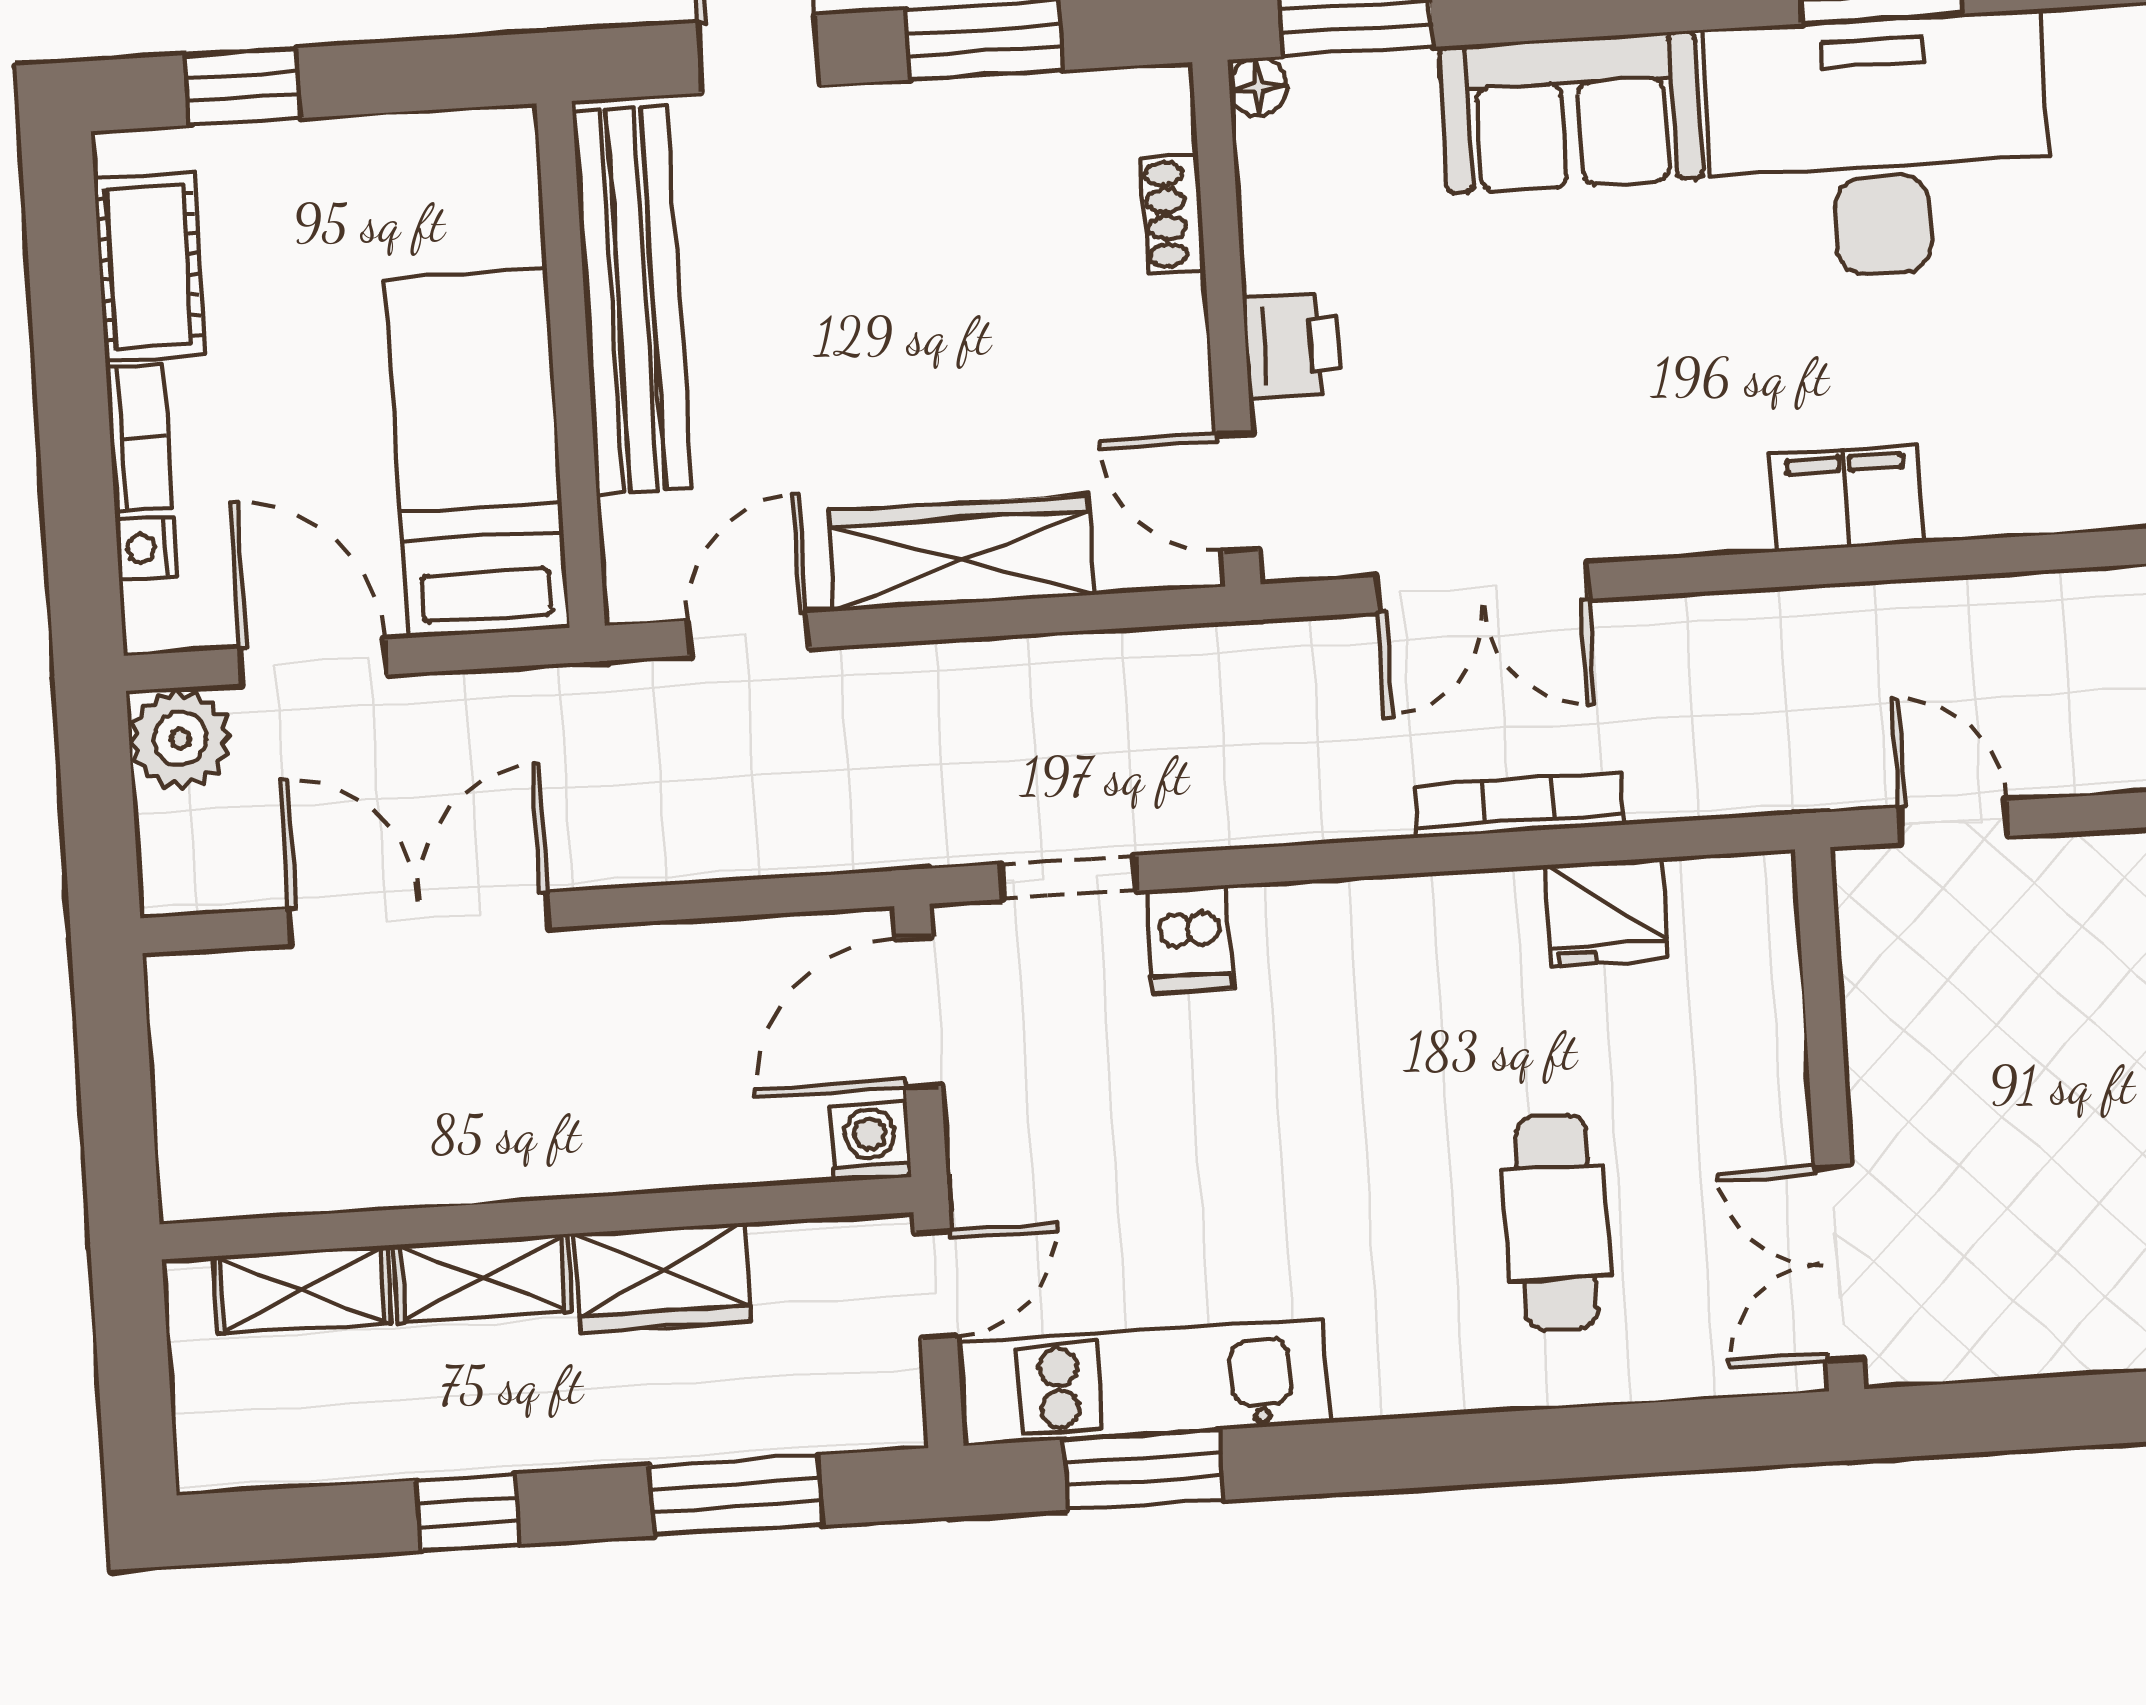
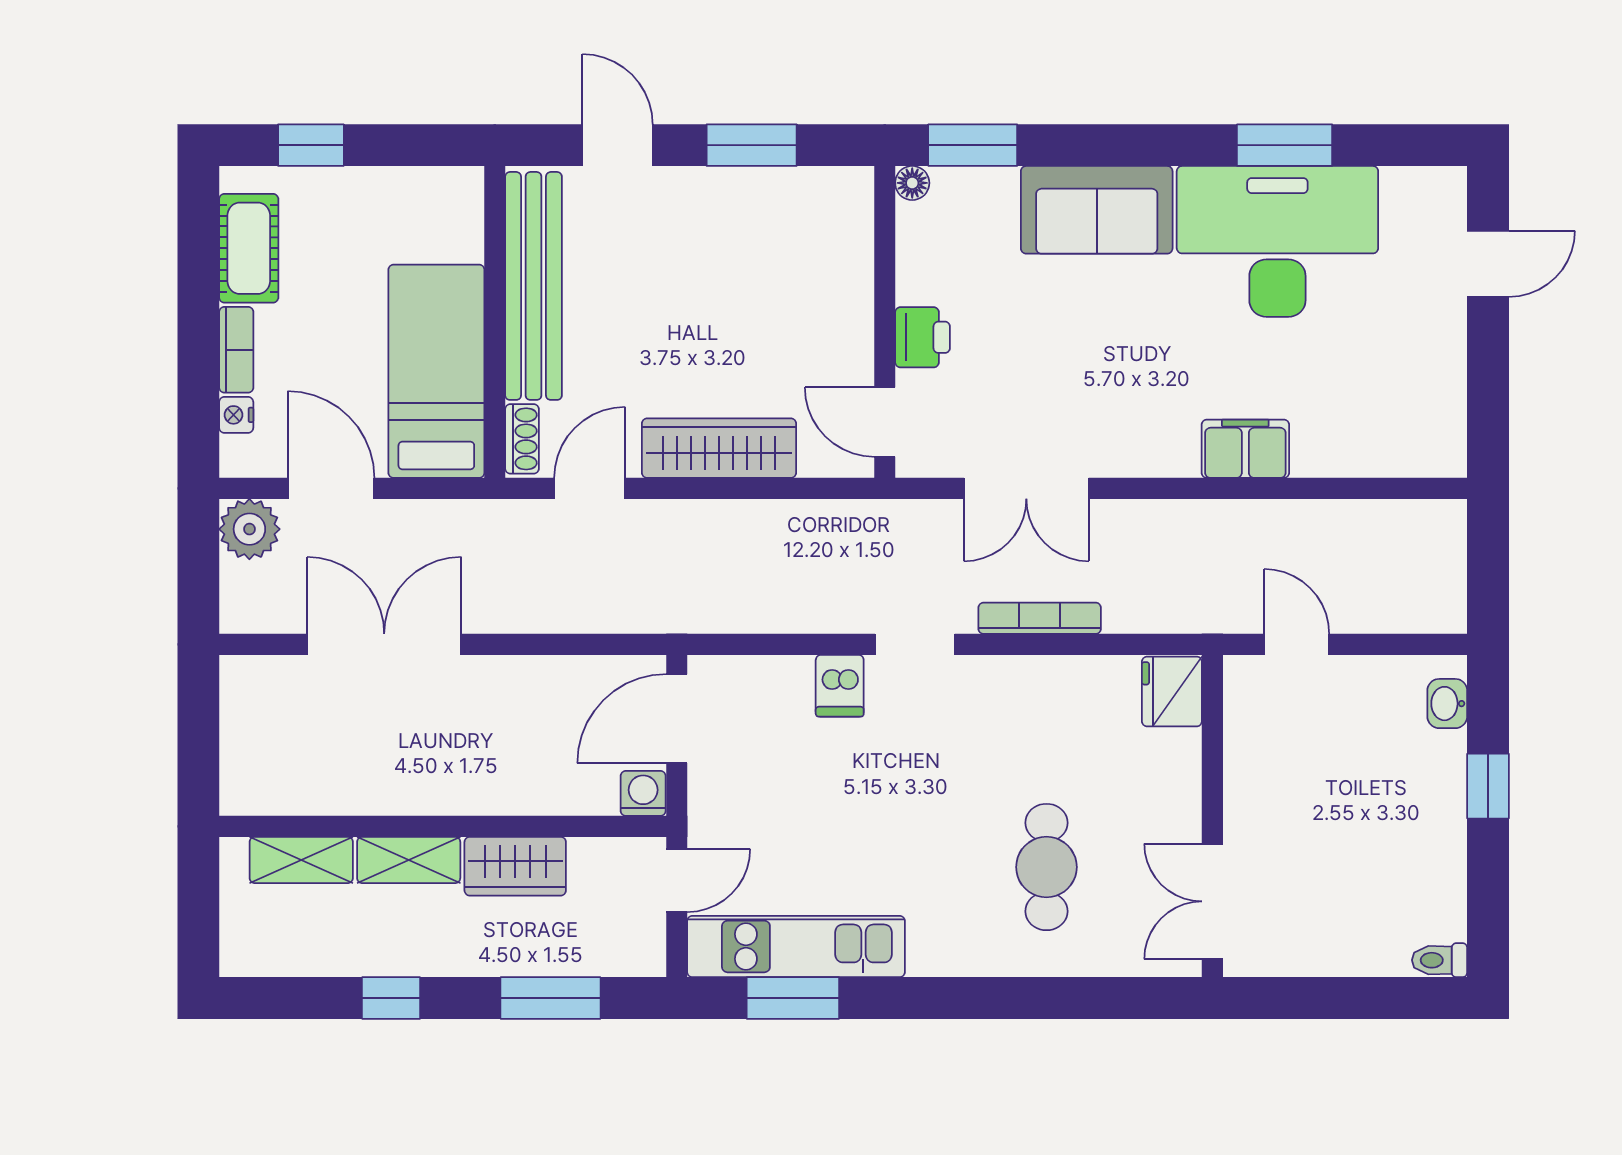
shoe rack: (1174, 214) -> (522, 439), moved, turned 180
doorway: (1069, 877) -> (915, 644), moved
fridge: (1606, 912) -> (1172, 691), moved, turned 90

